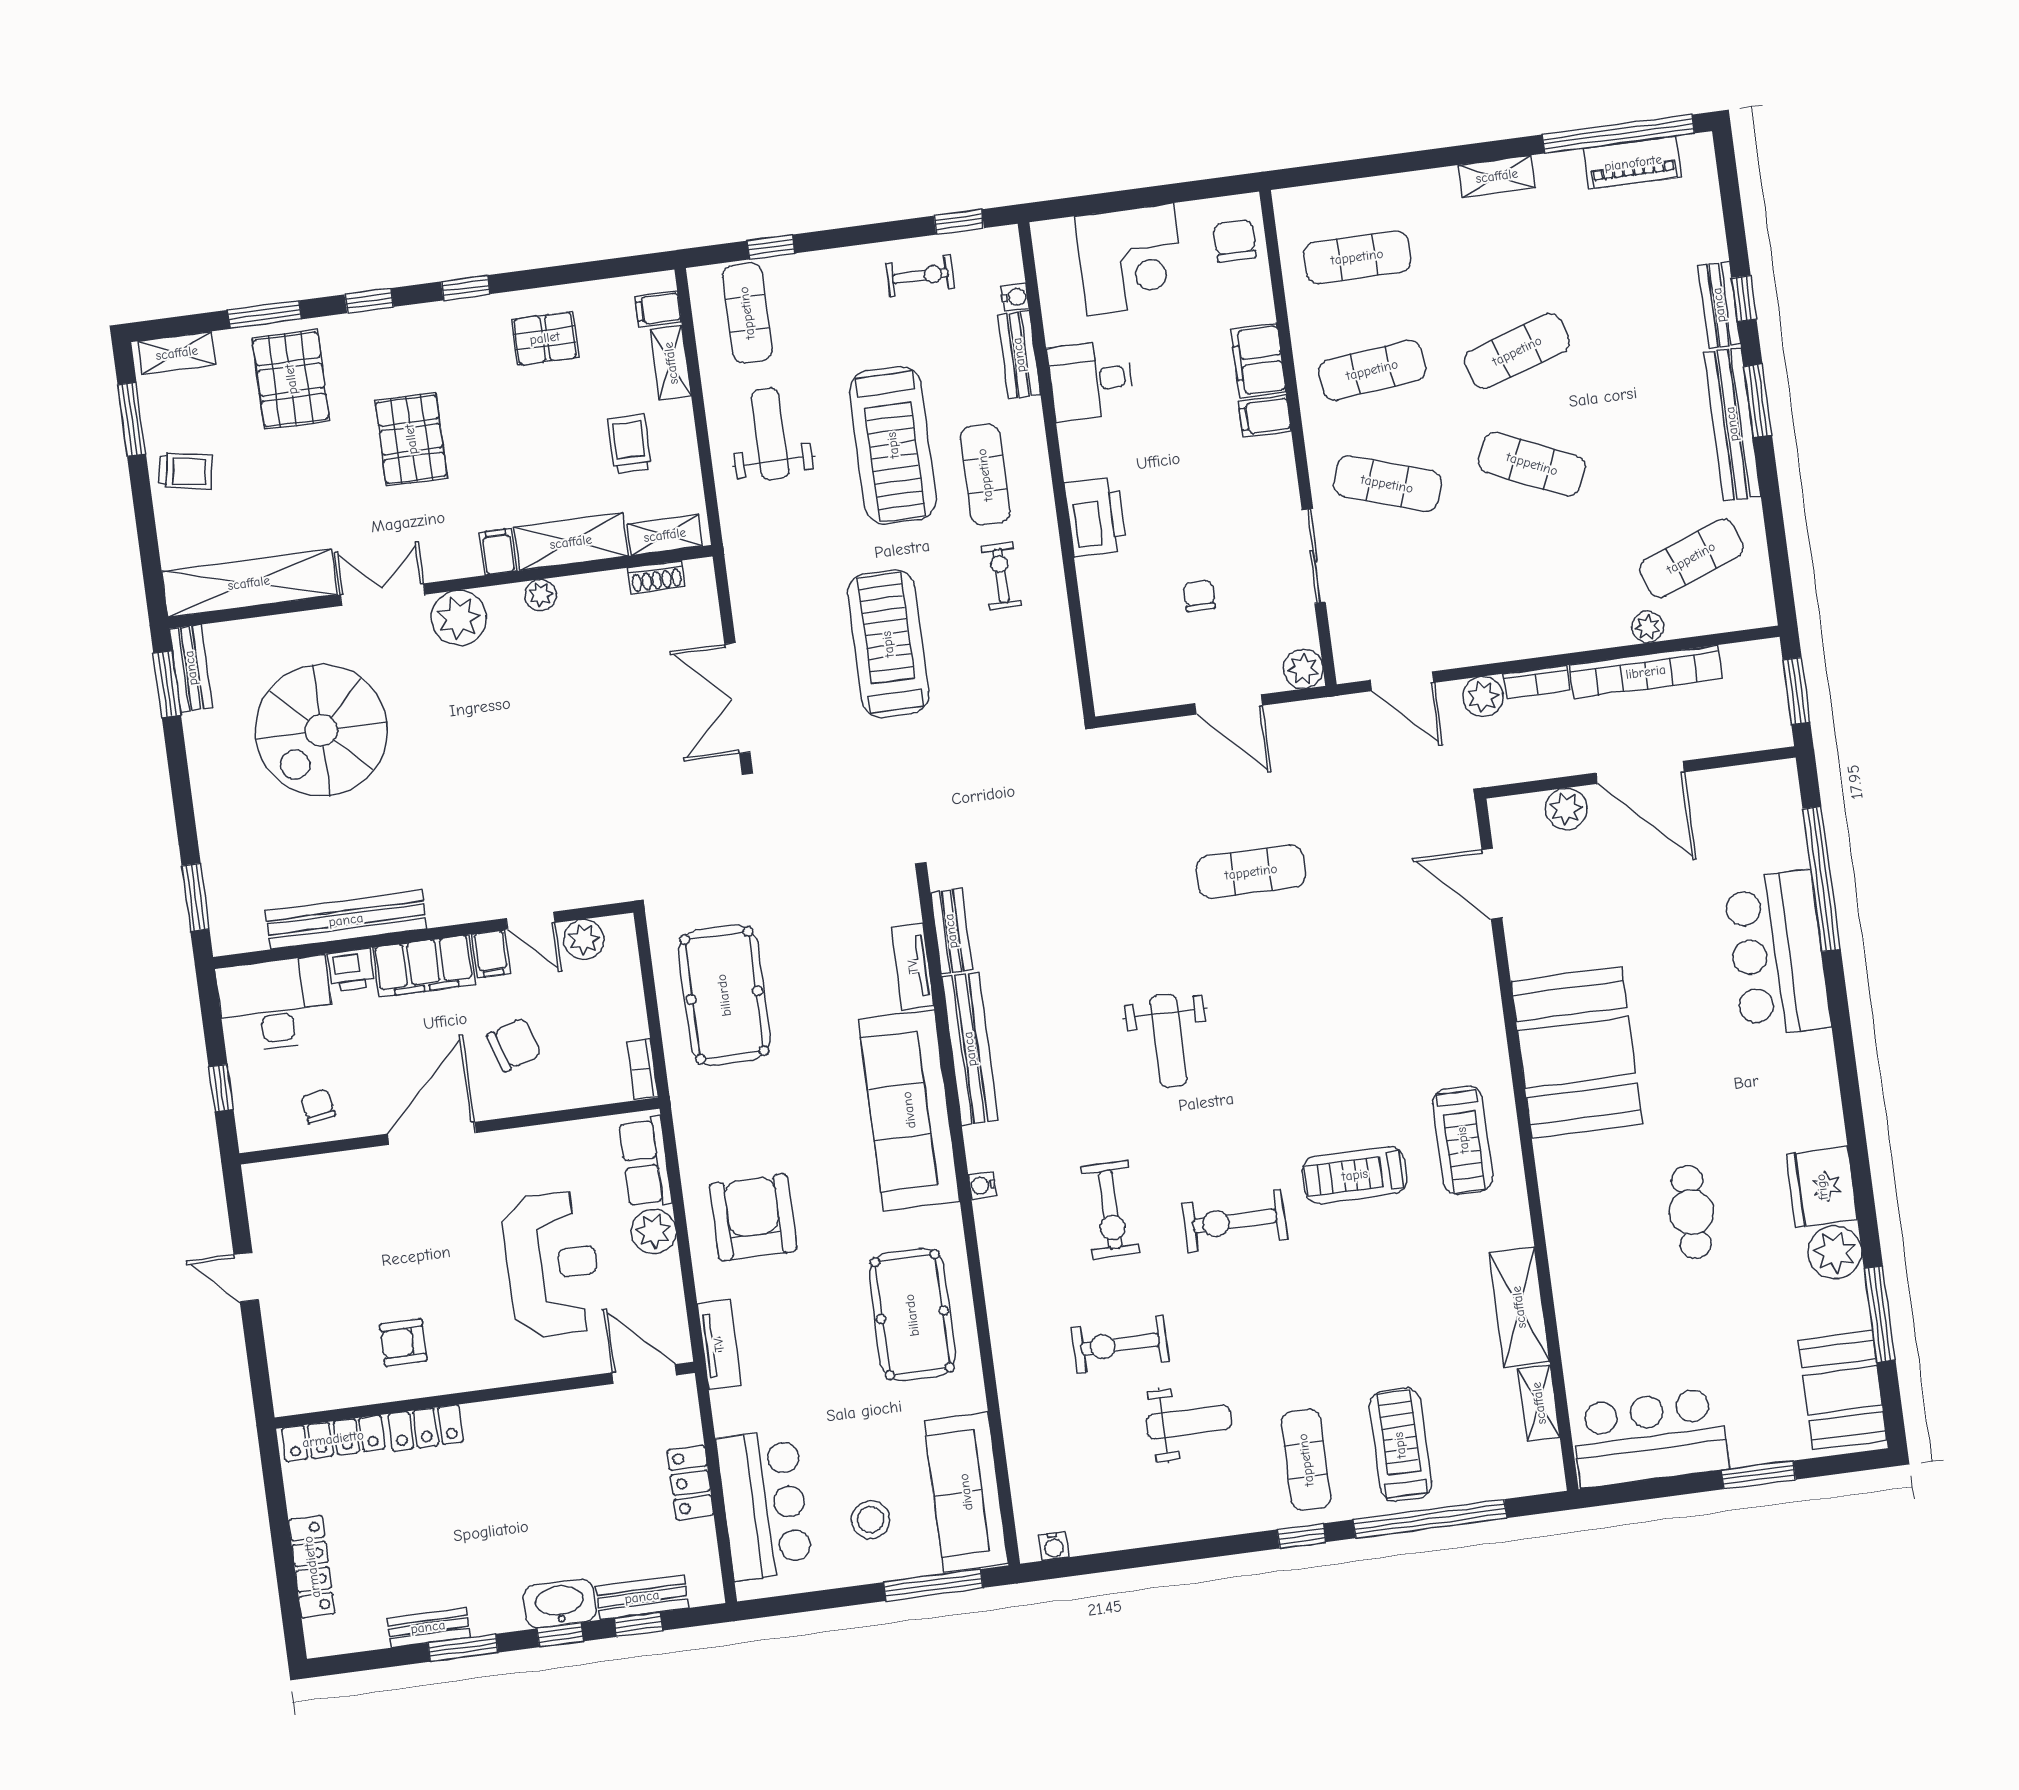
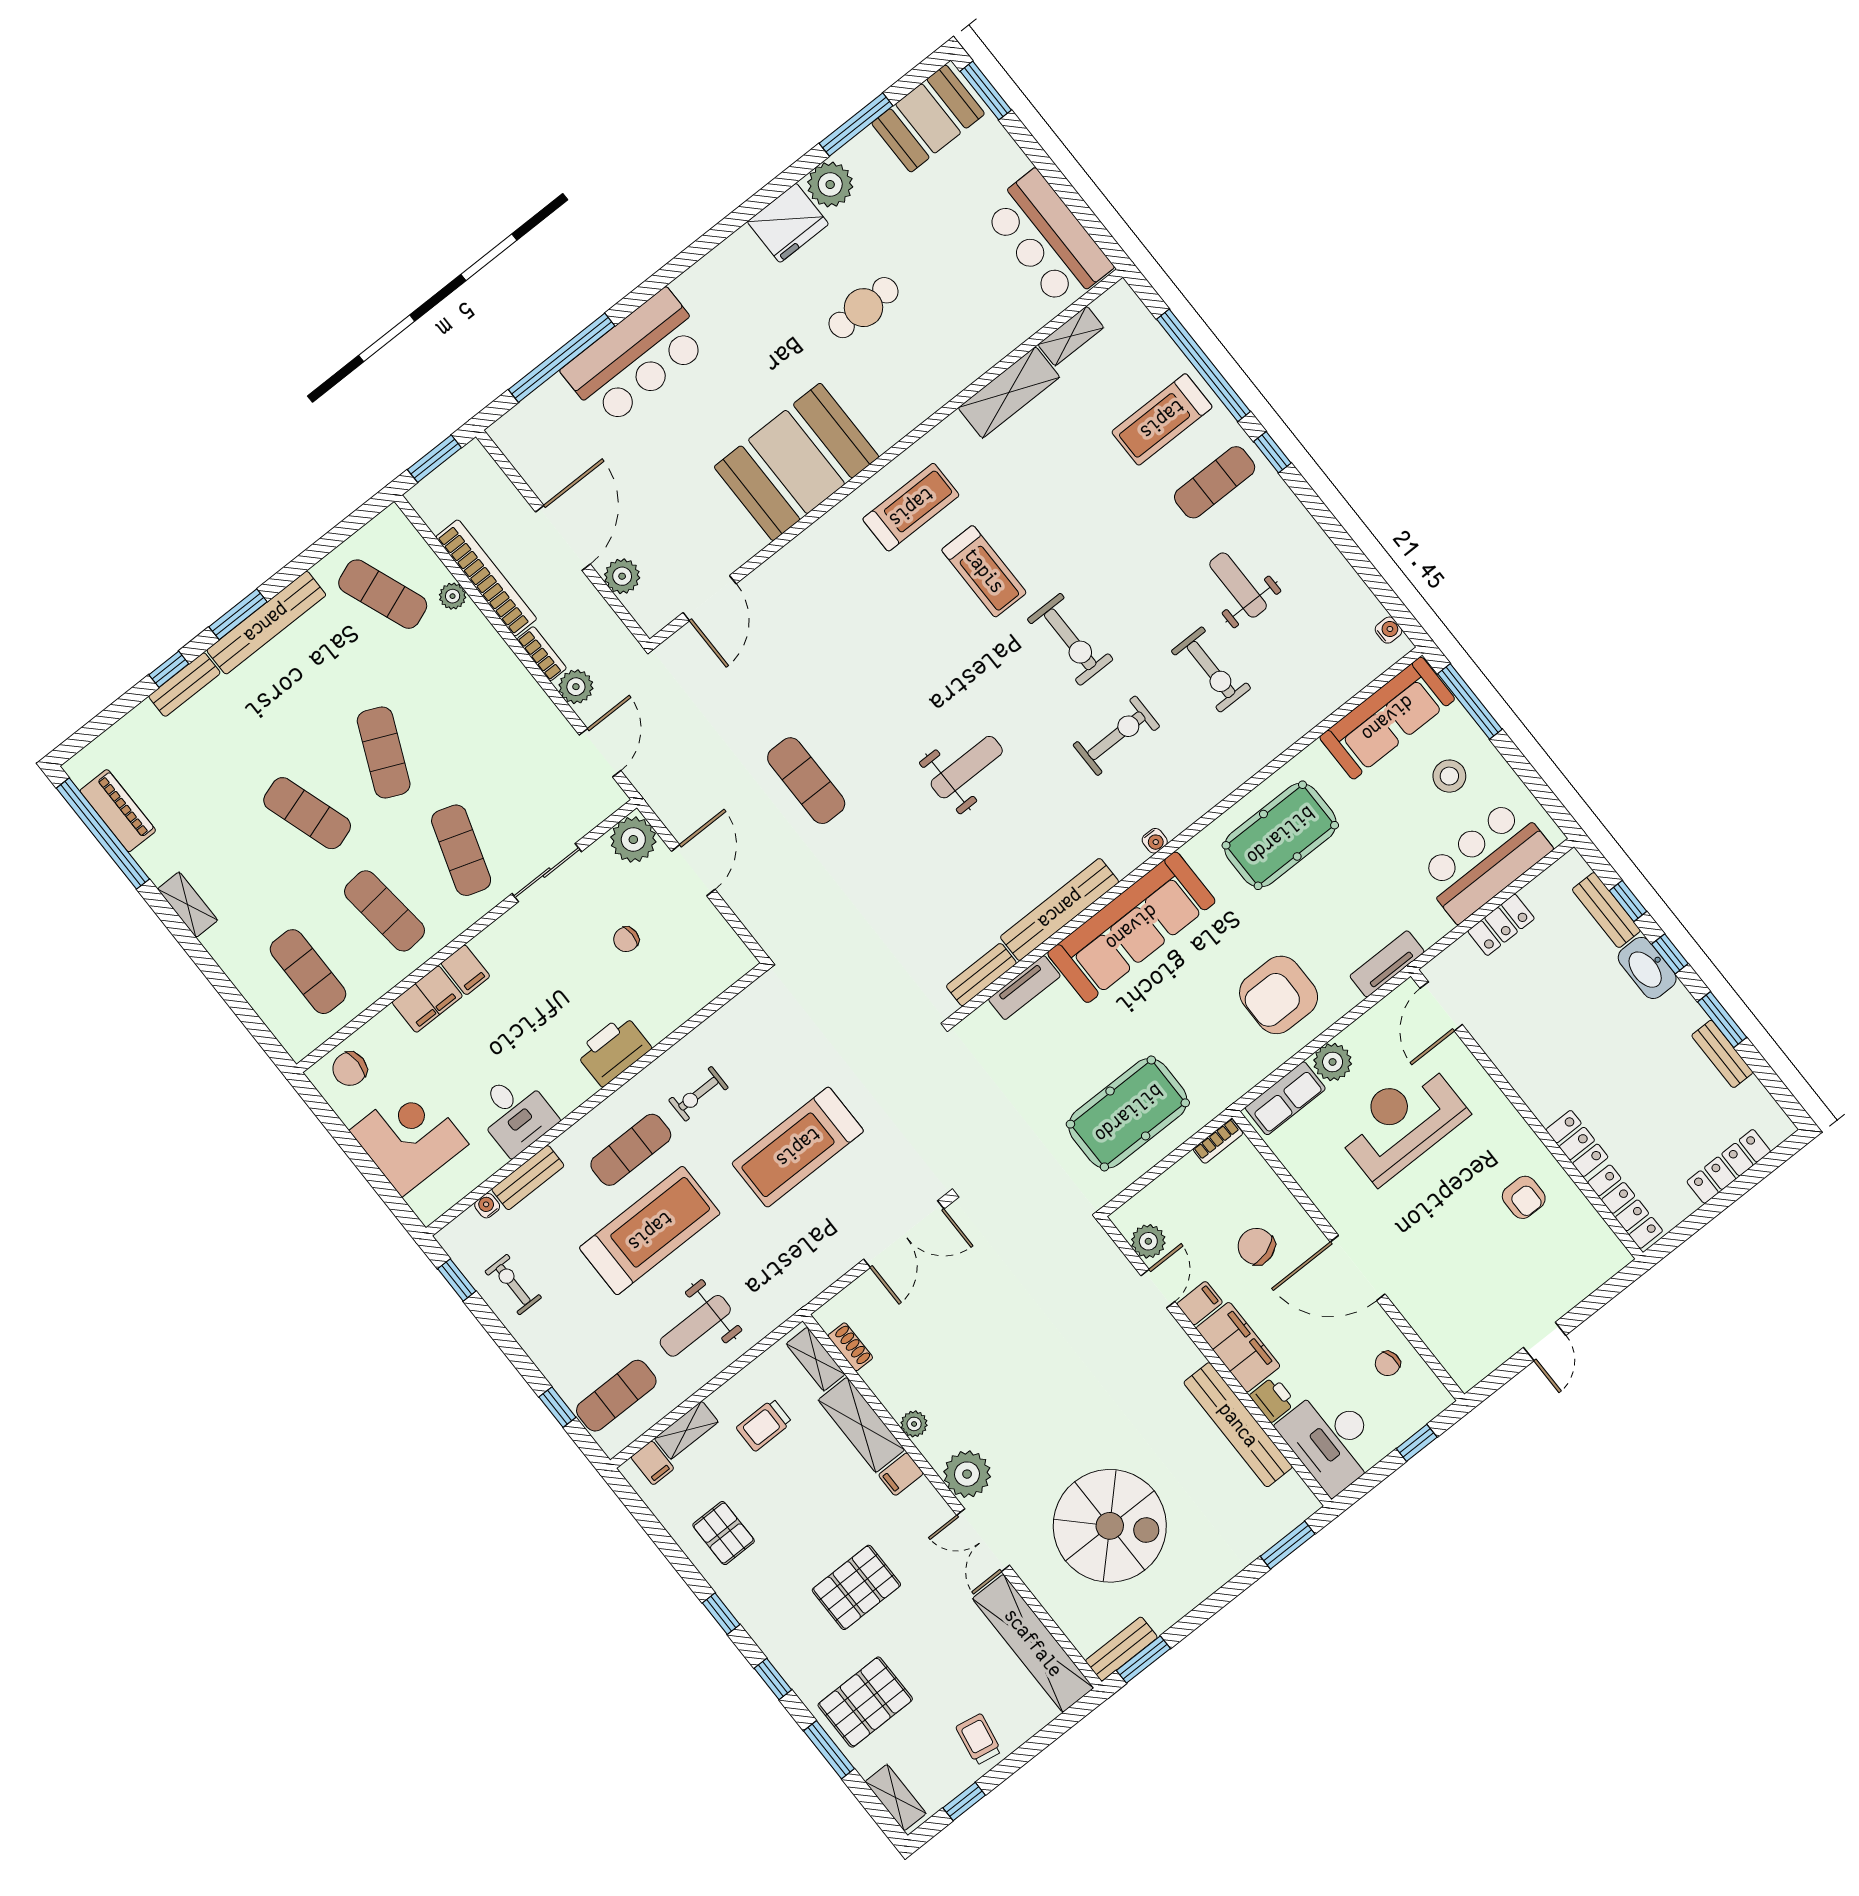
window: (132, 419) -> (964, 1802), width x0.67
plant: (1303, 669) -> (633, 840), width x1.36, depth x1.36
window: (1759, 1475) -> (986, 91), moved

